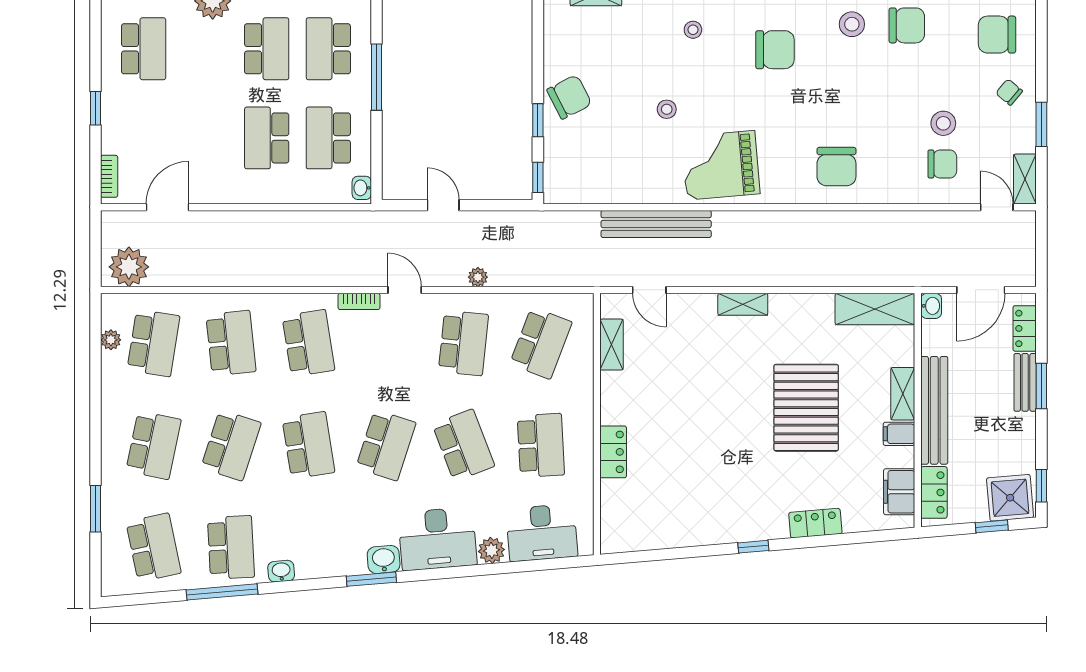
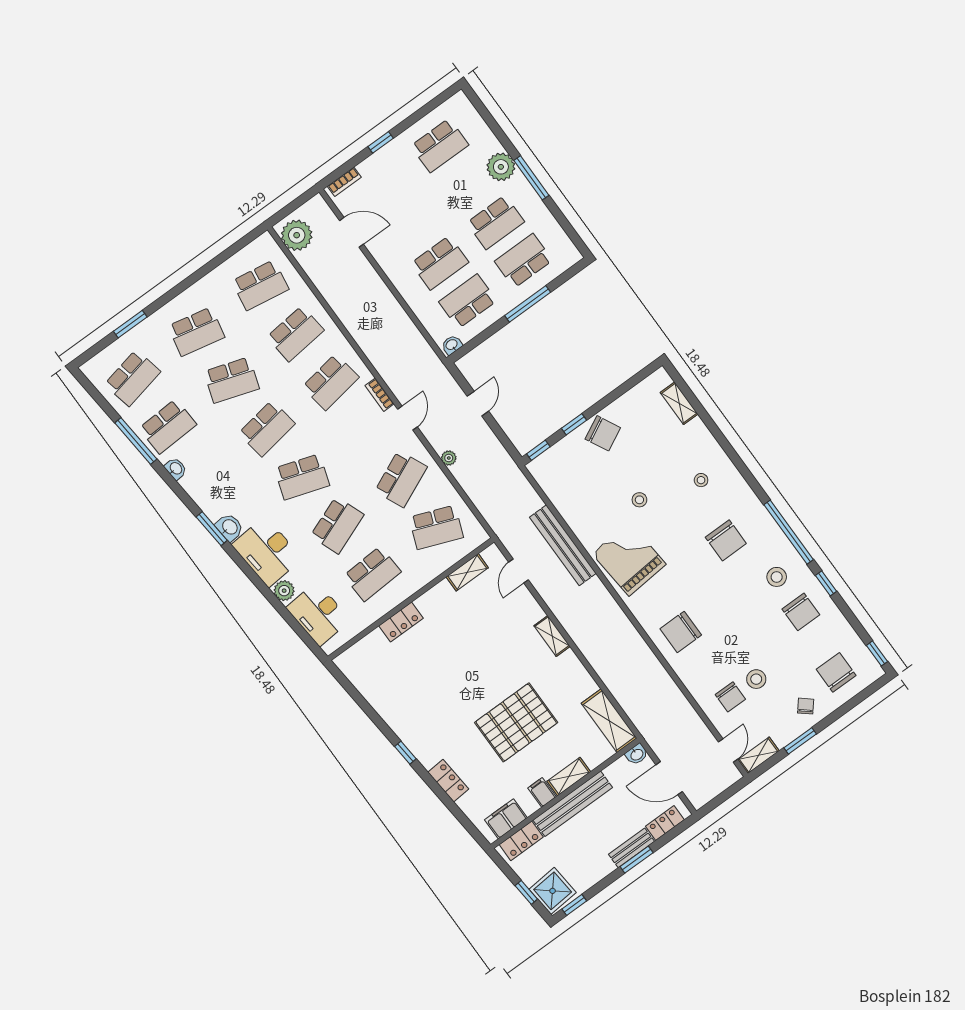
school desk: (267, 138) -> (440, 263), turned 180
plant: (111, 340) -> (243, 257), removed
school desk: (463, 343) -> (401, 479), turned -30

